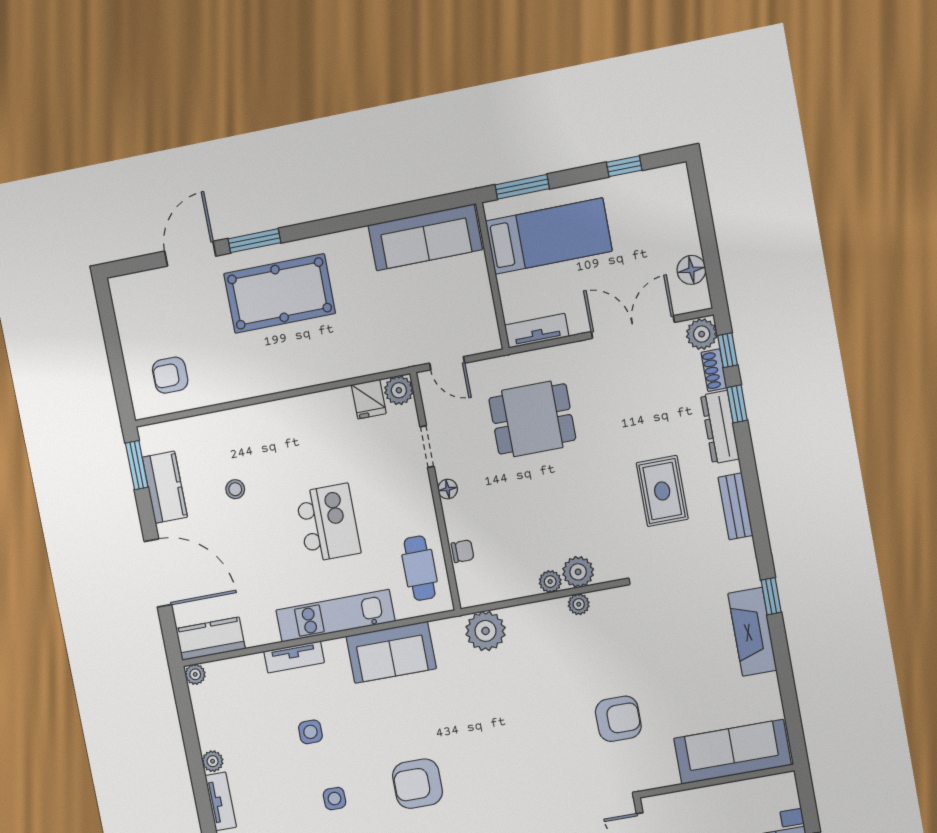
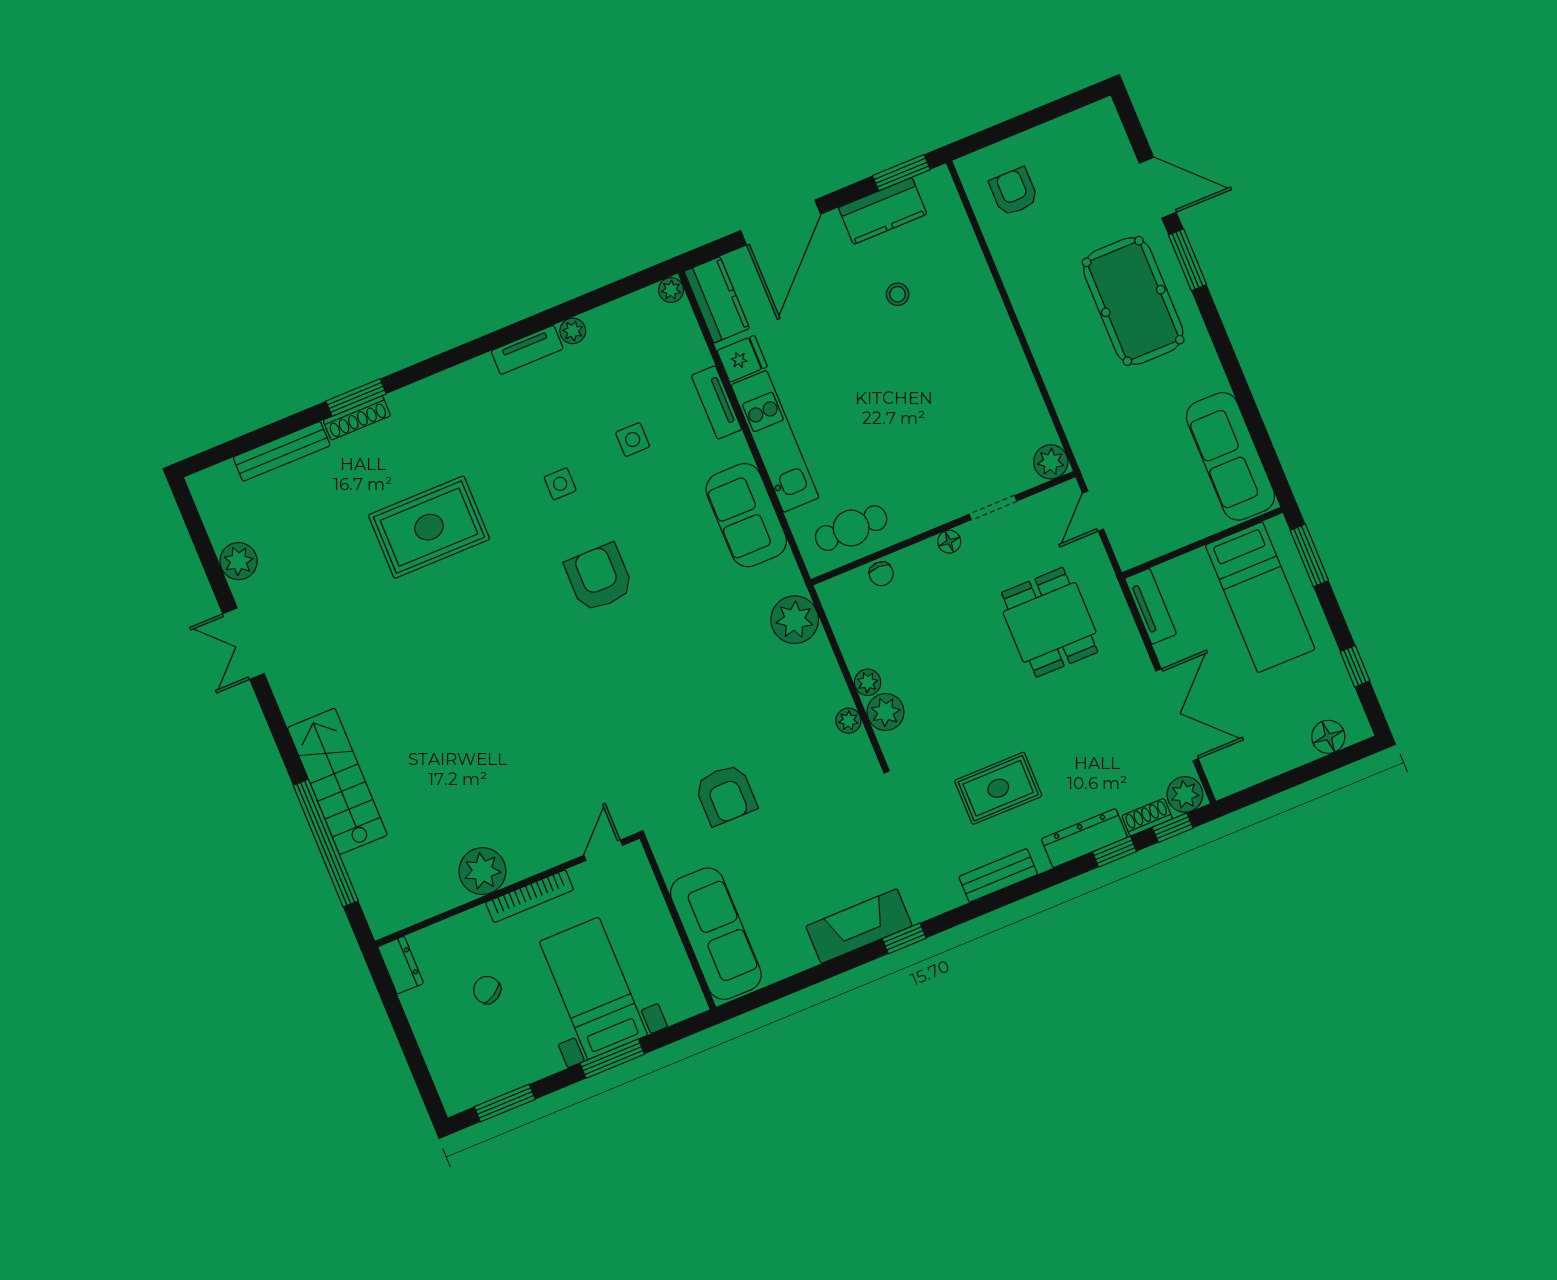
floor lamp: (691, 270) -> (1328, 737), moved
fridge: (369, 399) -> (742, 359), moved, turned 180
kitchen island: (328, 523) -> (881, 411), removed

